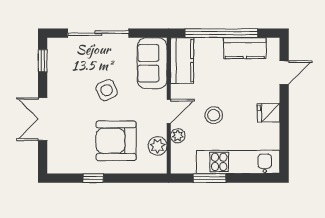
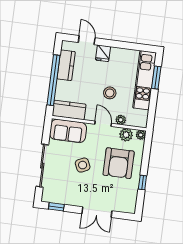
fridge: (269, 113) -> (103, 53), moved
plant: (160, 167) -> (141, 135), added
window: (210, 178) -> (156, 78), moved

